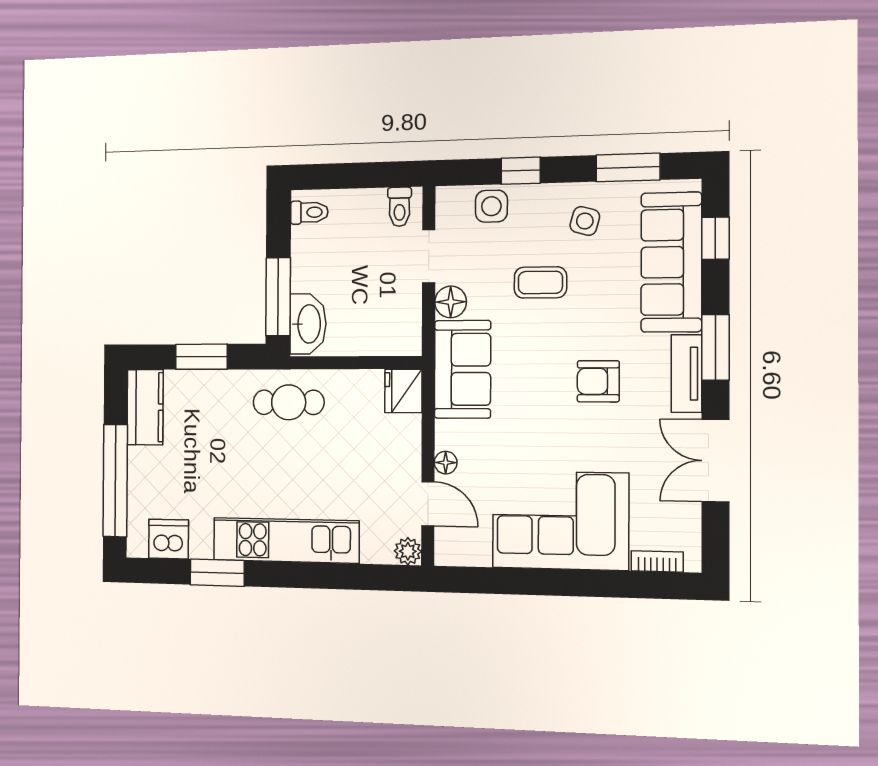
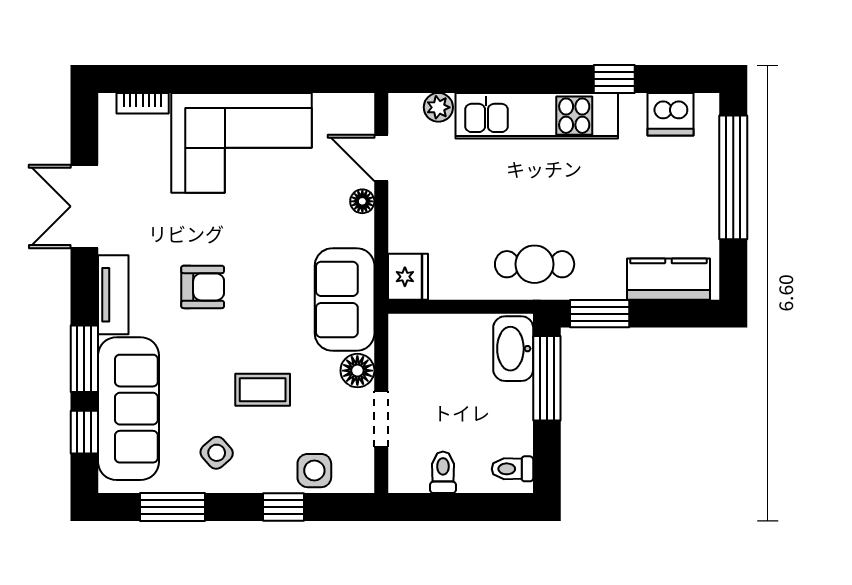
toilet: (399, 207) -> (443, 472), moved
side table: (585, 221) -> (217, 453), turned 33
window: (715, 347) -> (84, 359), moved
window: (201, 357) -> (600, 314), moved
kitchen counter: (145, 407) -> (668, 279), moved, turned 90
double door: (715, 461) -> (84, 206), swing flipped
plant: (408, 551) -> (438, 107), moved
window: (217, 573) -> (614, 79), width x0.67

